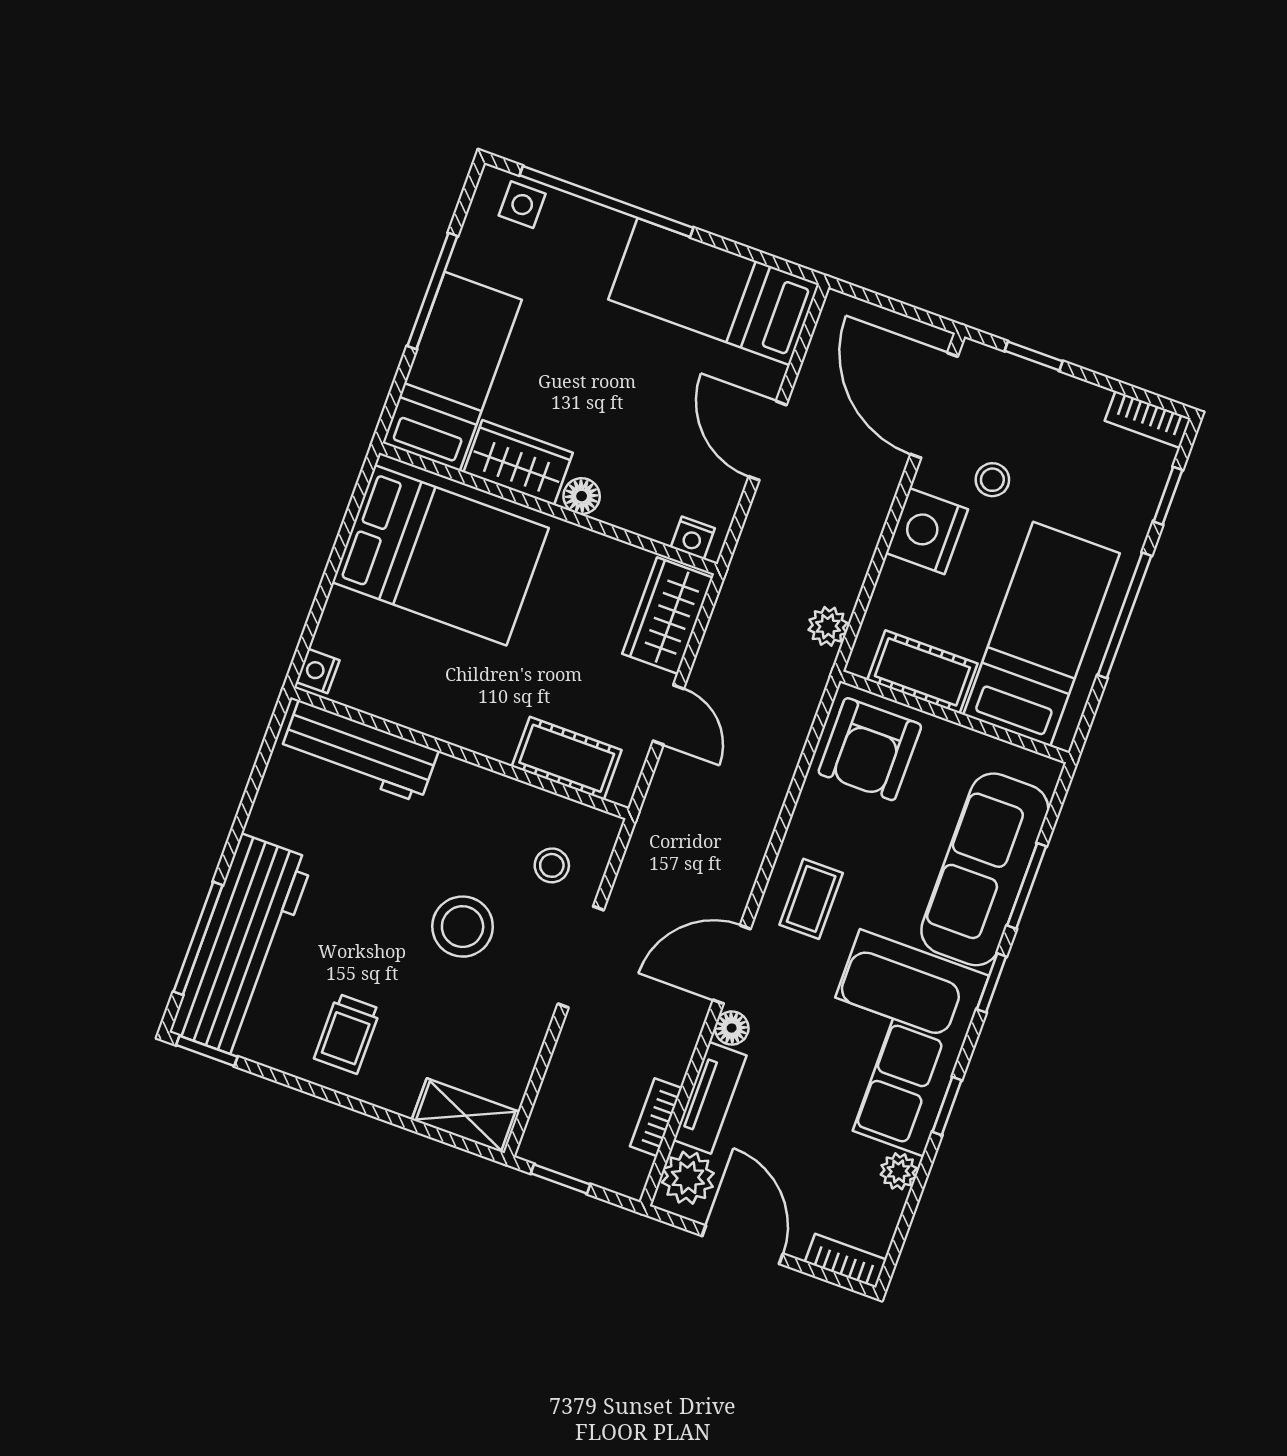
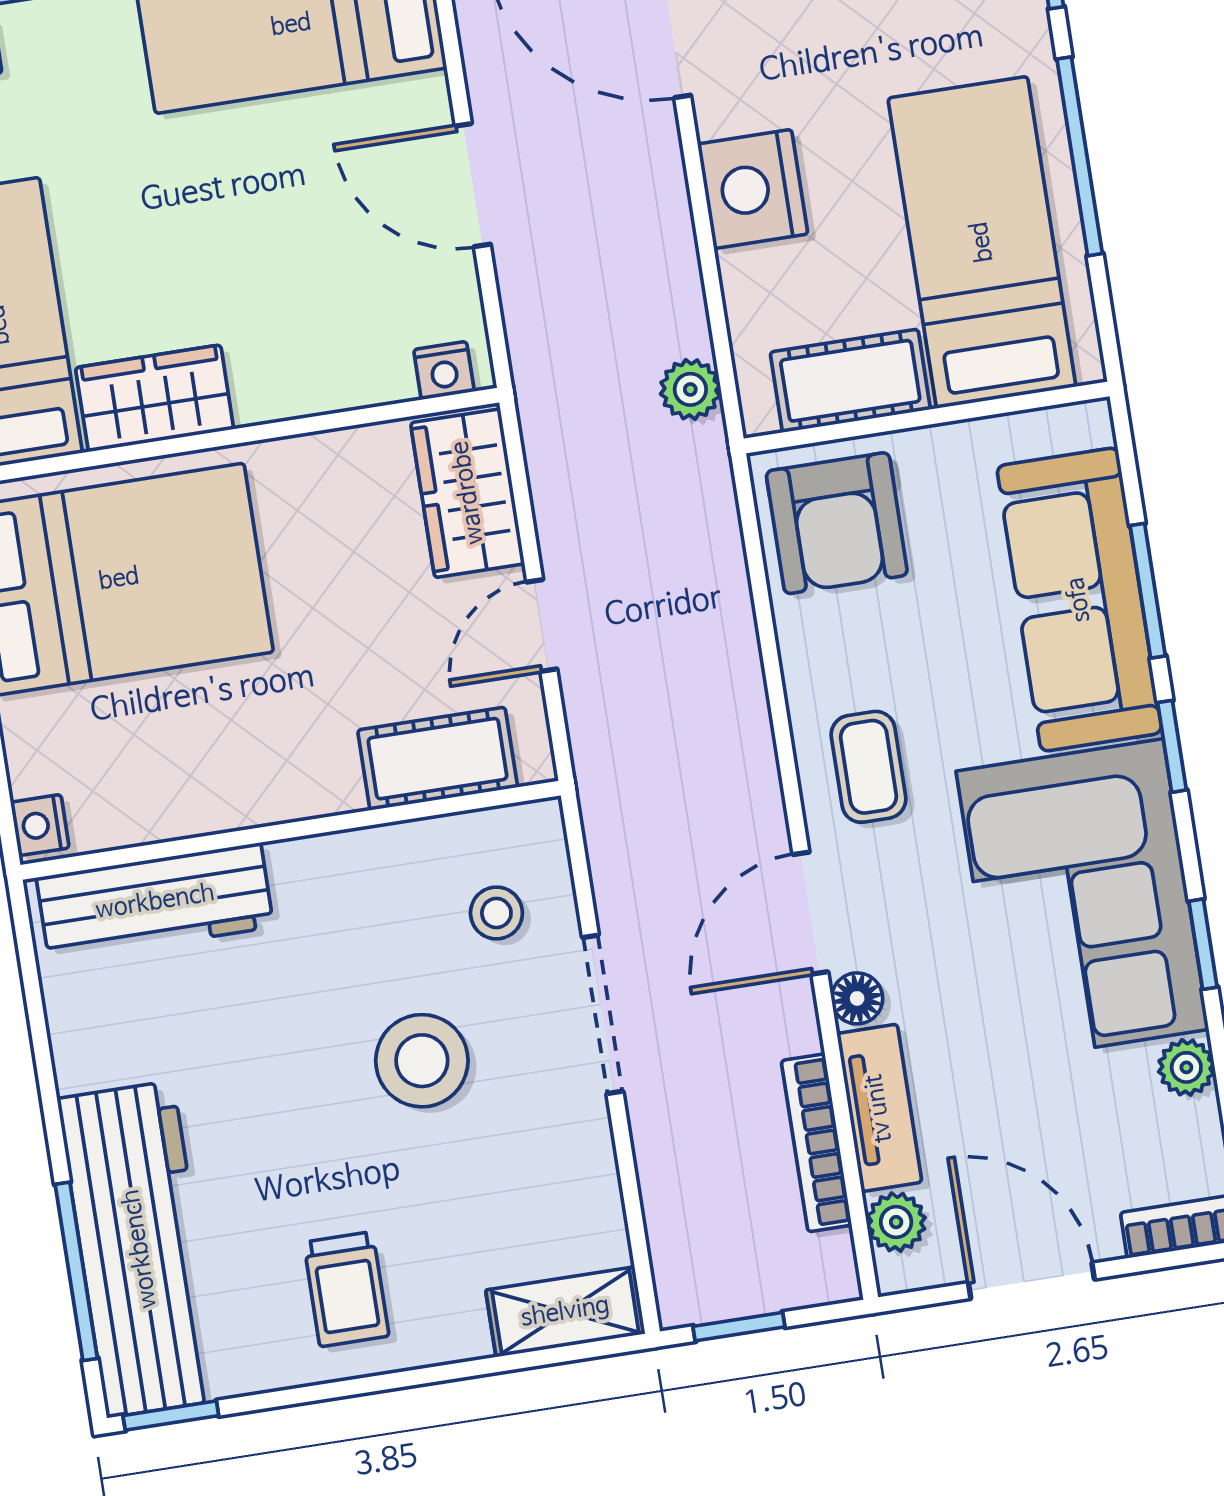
stool: (992, 480) -> (803, 72), removed
floor lamp: (582, 496) -> (264, 396), removed
door: (668, 715) -> (542, 626), swing flipped
bookcase: (656, 1117) -> (816, 1143), width x1.56
plant: (688, 1178) -> (896, 1222), width x0.73, depth x0.73

